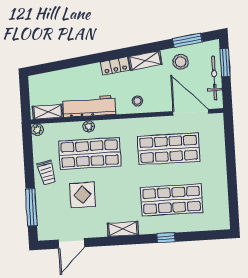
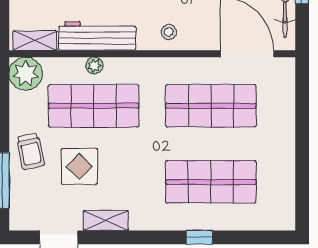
plant: (37, 130) -> (26, 74), width x1.88, depth x1.88
trolley: (47, 173) -> (31, 151), moved
shelving: (123, 229) -> (106, 221), moved

